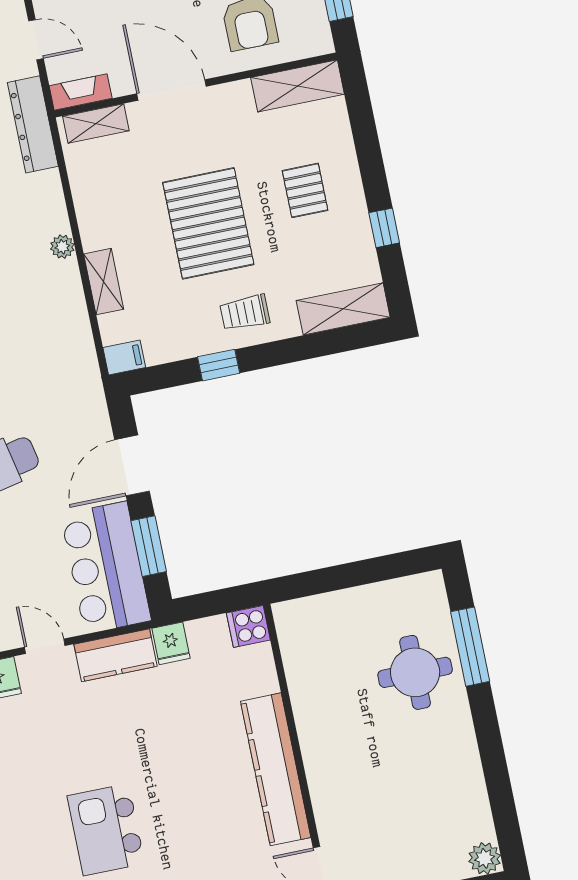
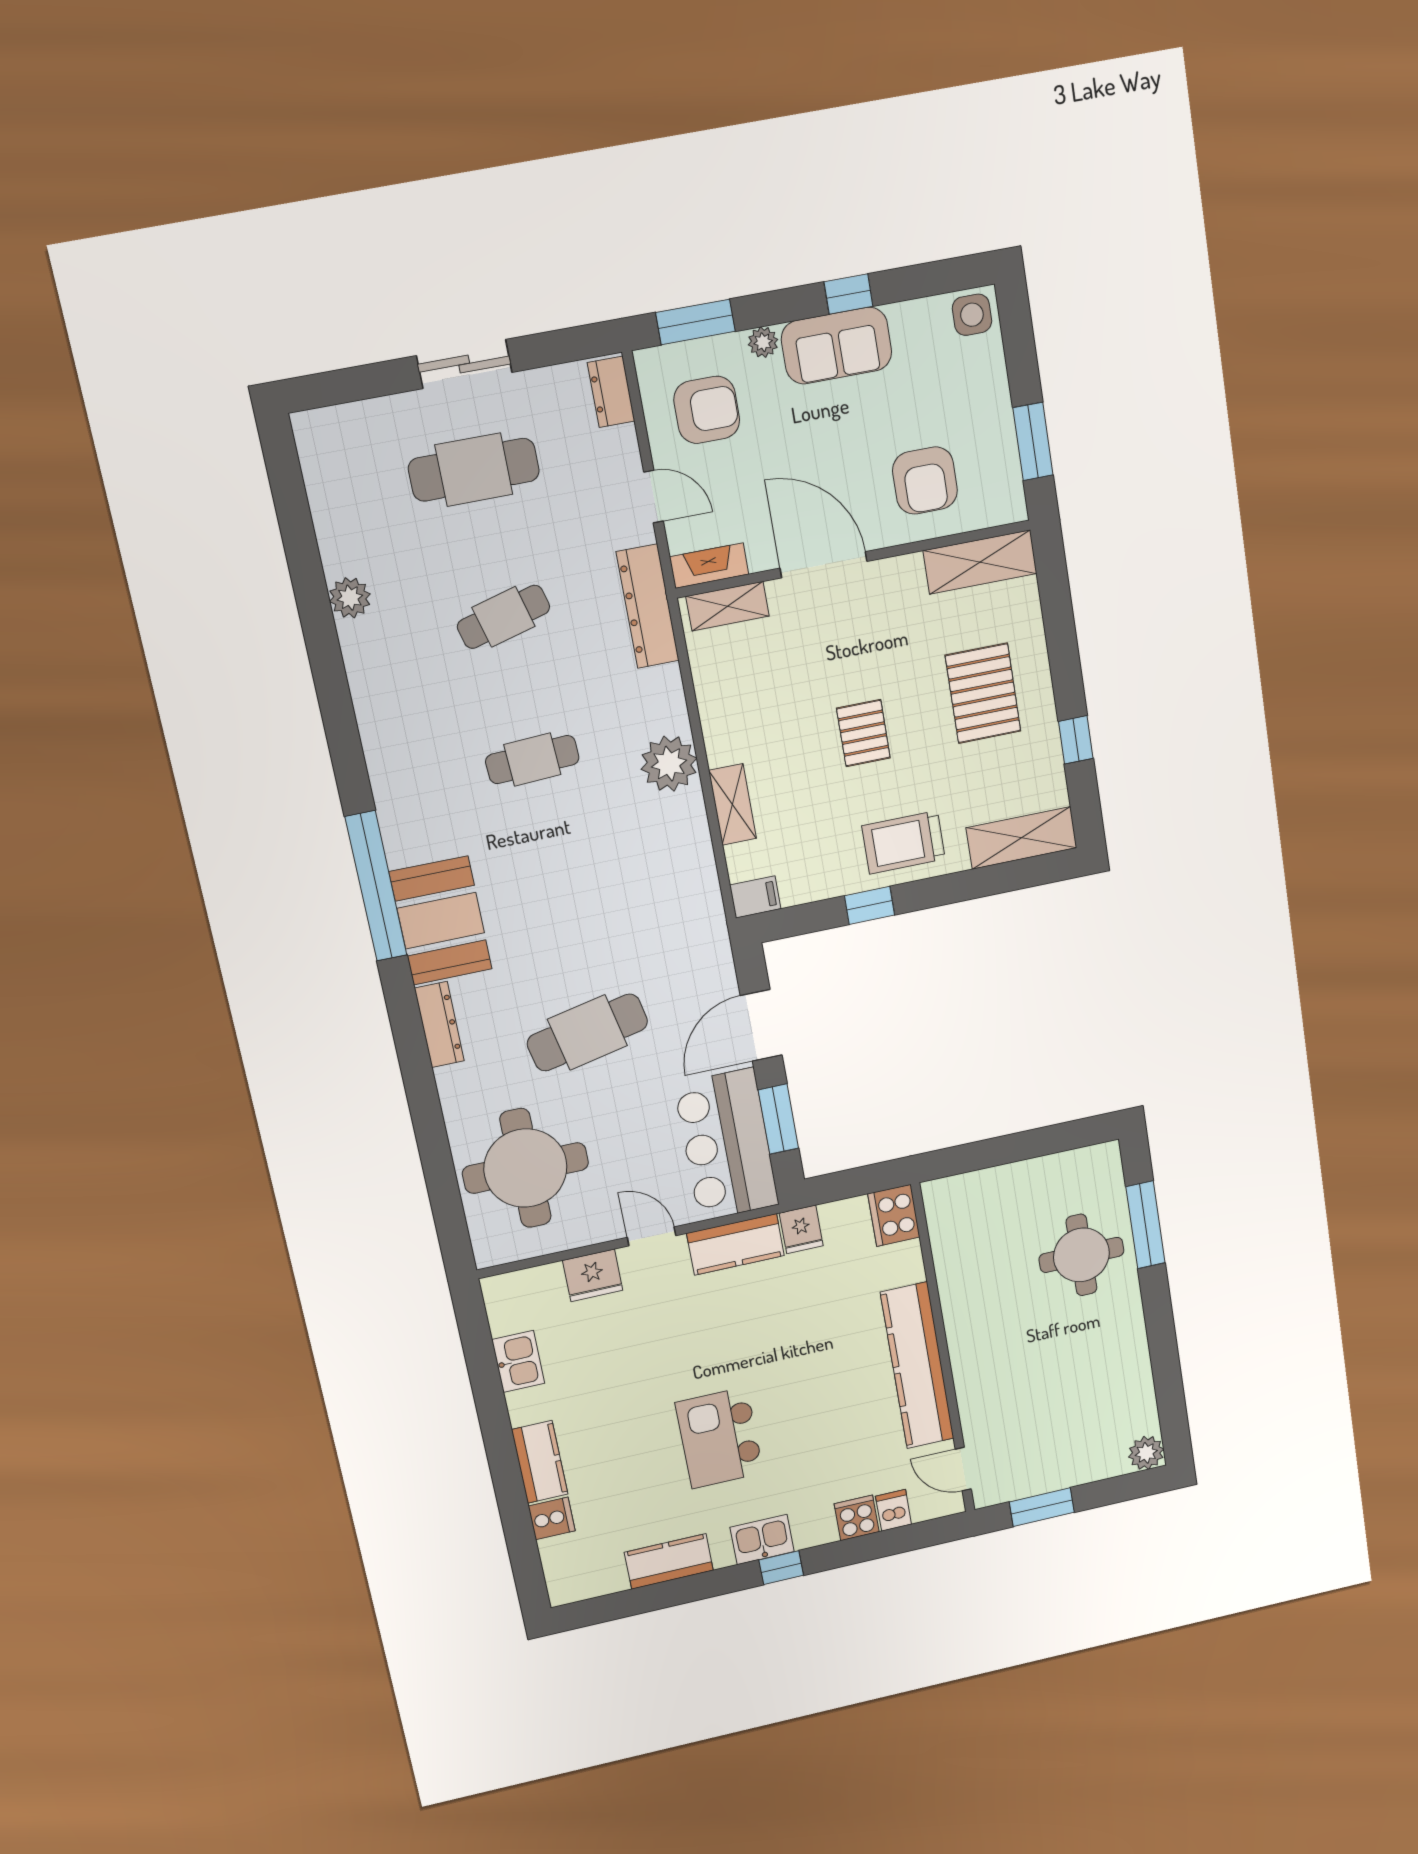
pallet: (305, 190) -> (983, 693), width x1.50, depth x1.42
pallet: (208, 223) -> (863, 733), width x0.49, depth x0.50
plant: (62, 247) -> (669, 764), width x1.87, depth x1.87
trolley: (245, 313) -> (904, 842), width x1.36, depth x1.39
cooker: (248, 626) -> (894, 1215), width x1.36

